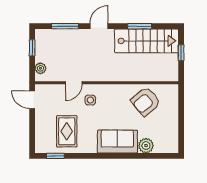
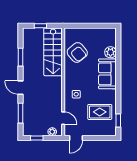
stairs: (147, 41) -> (53, 52), moved, turned 180
door: (74, 83) -> (63, 118), moved

